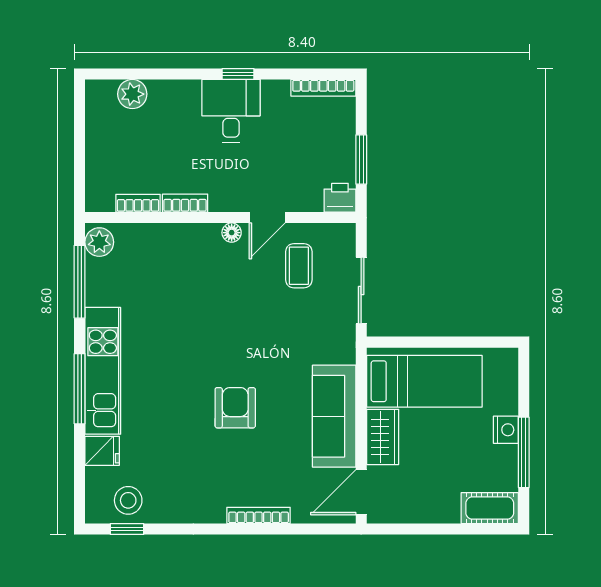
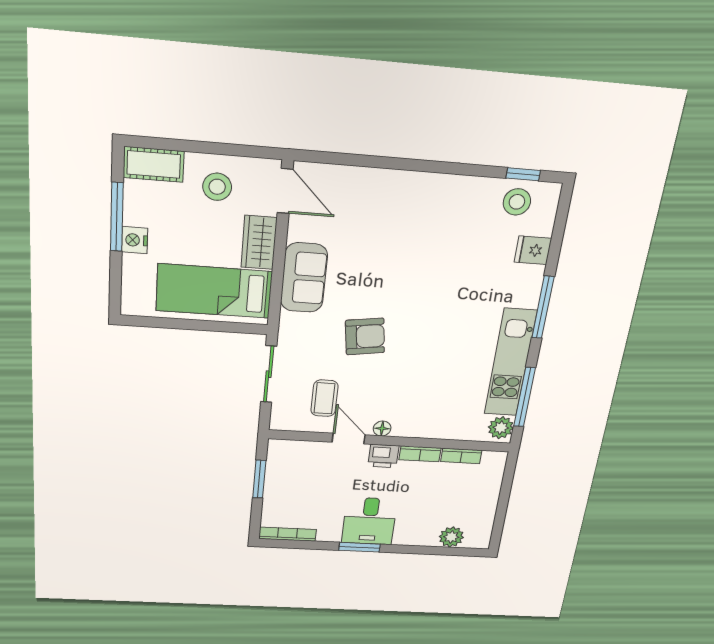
window: (238, 74) -> (360, 547), width x1.50
printer: (340, 198) -> (383, 456), moved
door: (267, 218) -> (349, 439), hinge flipped
kitchen unit: (103, 371) -> (510, 363), moved
armchair: (235, 408) -> (365, 336), moved, turned -98
sofa: (334, 416) -> (304, 278), width x0.73
stool: (428, 491) -> (217, 187), added
door: (361, 492) -> (285, 191), hinge flipped
bookcase: (259, 515) -> (391, 177), removed

